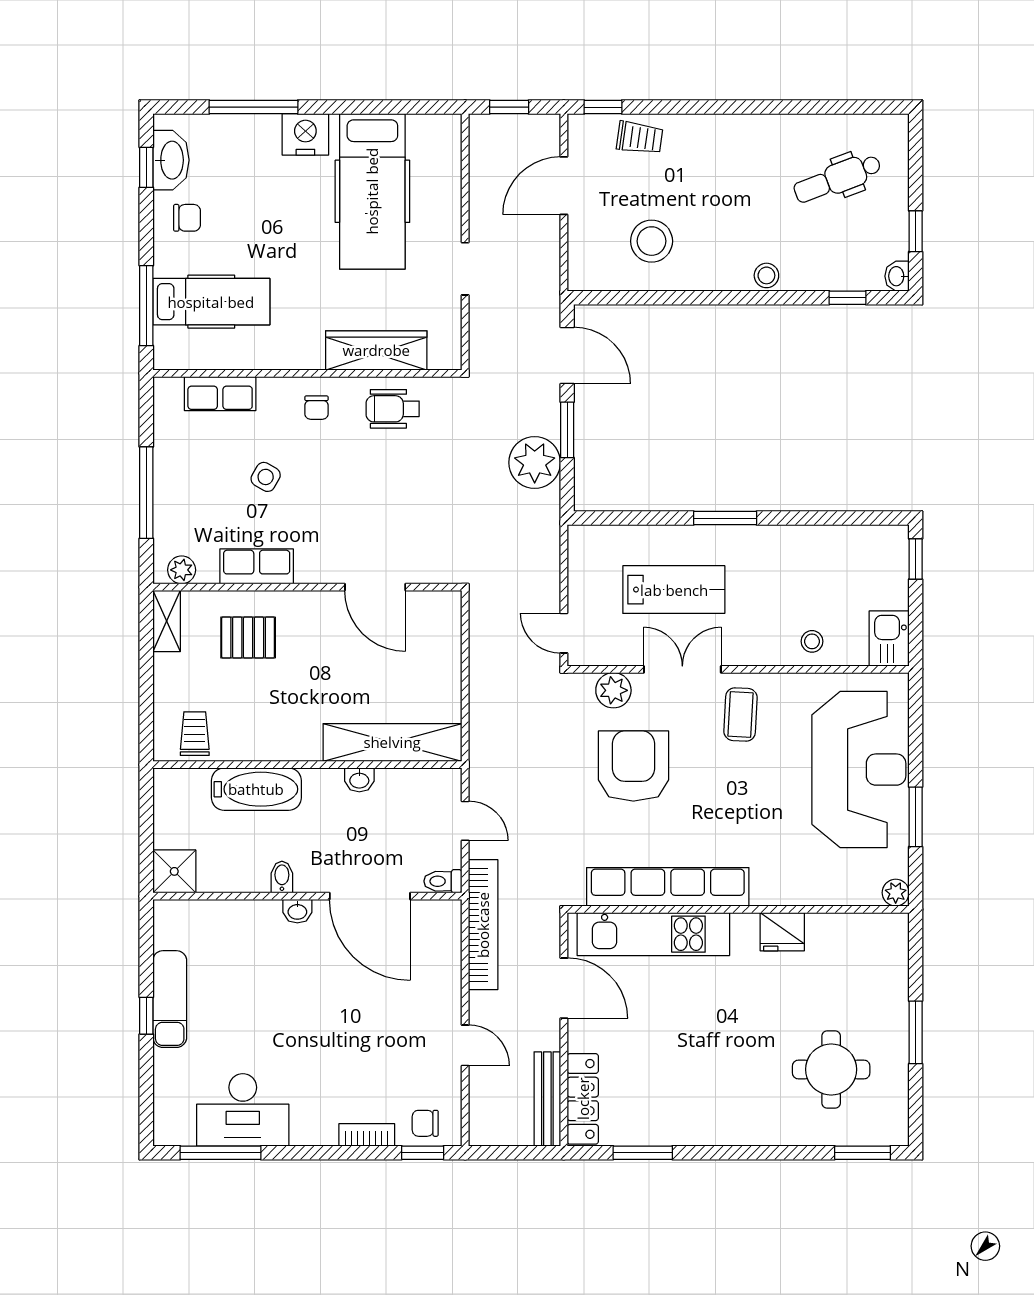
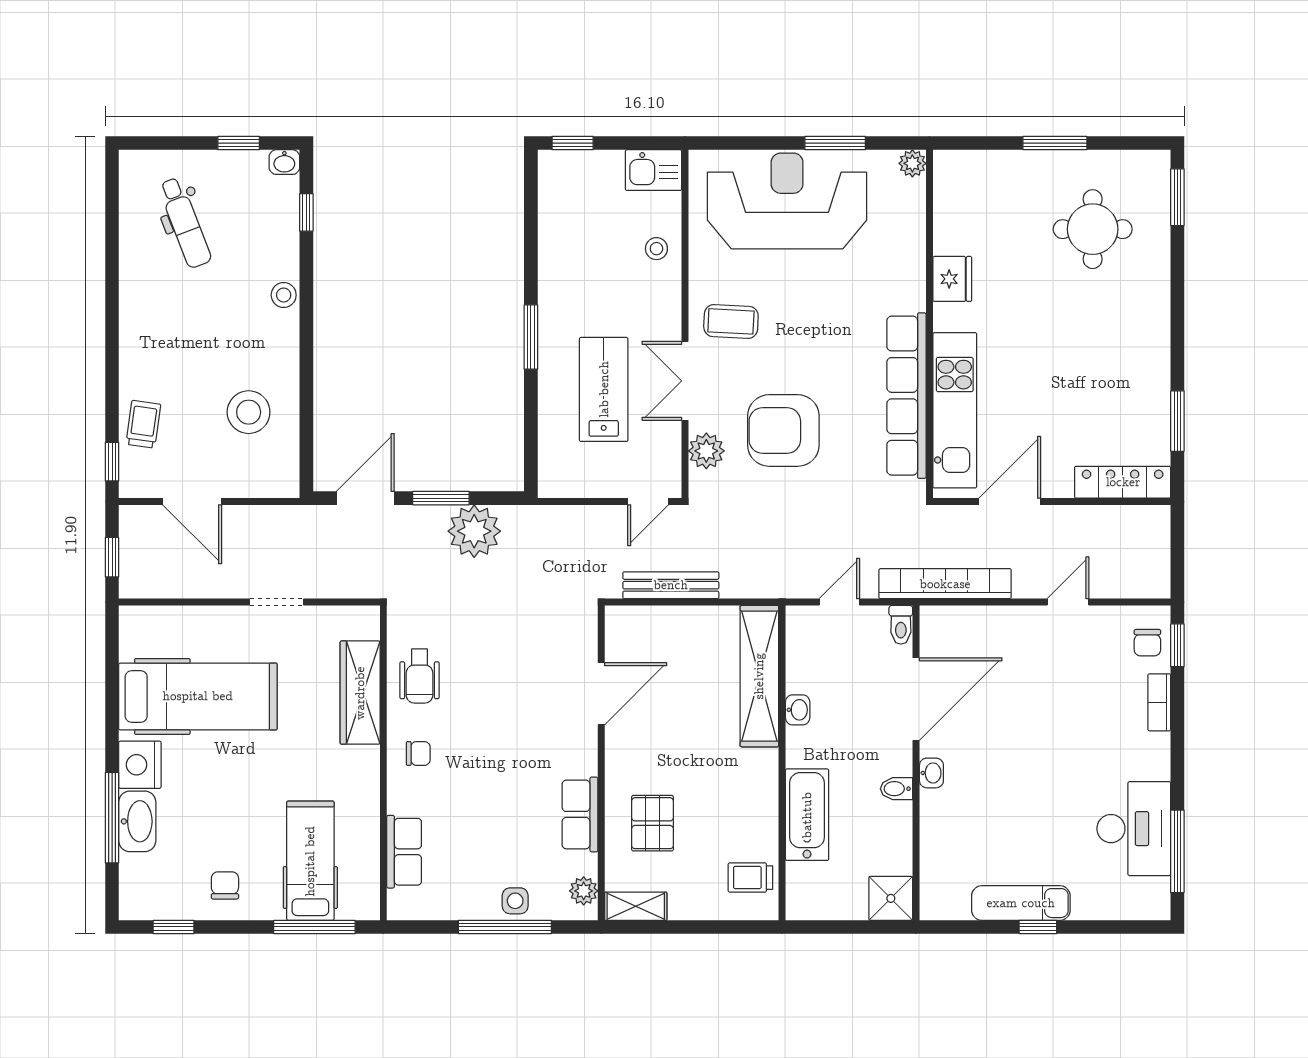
washbasin: (171, 160) -> (137, 821), moved, turned 90
side table: (266, 477) -> (515, 901), moved, turned -30
bench: (547, 1099) -> (671, 585), moved

